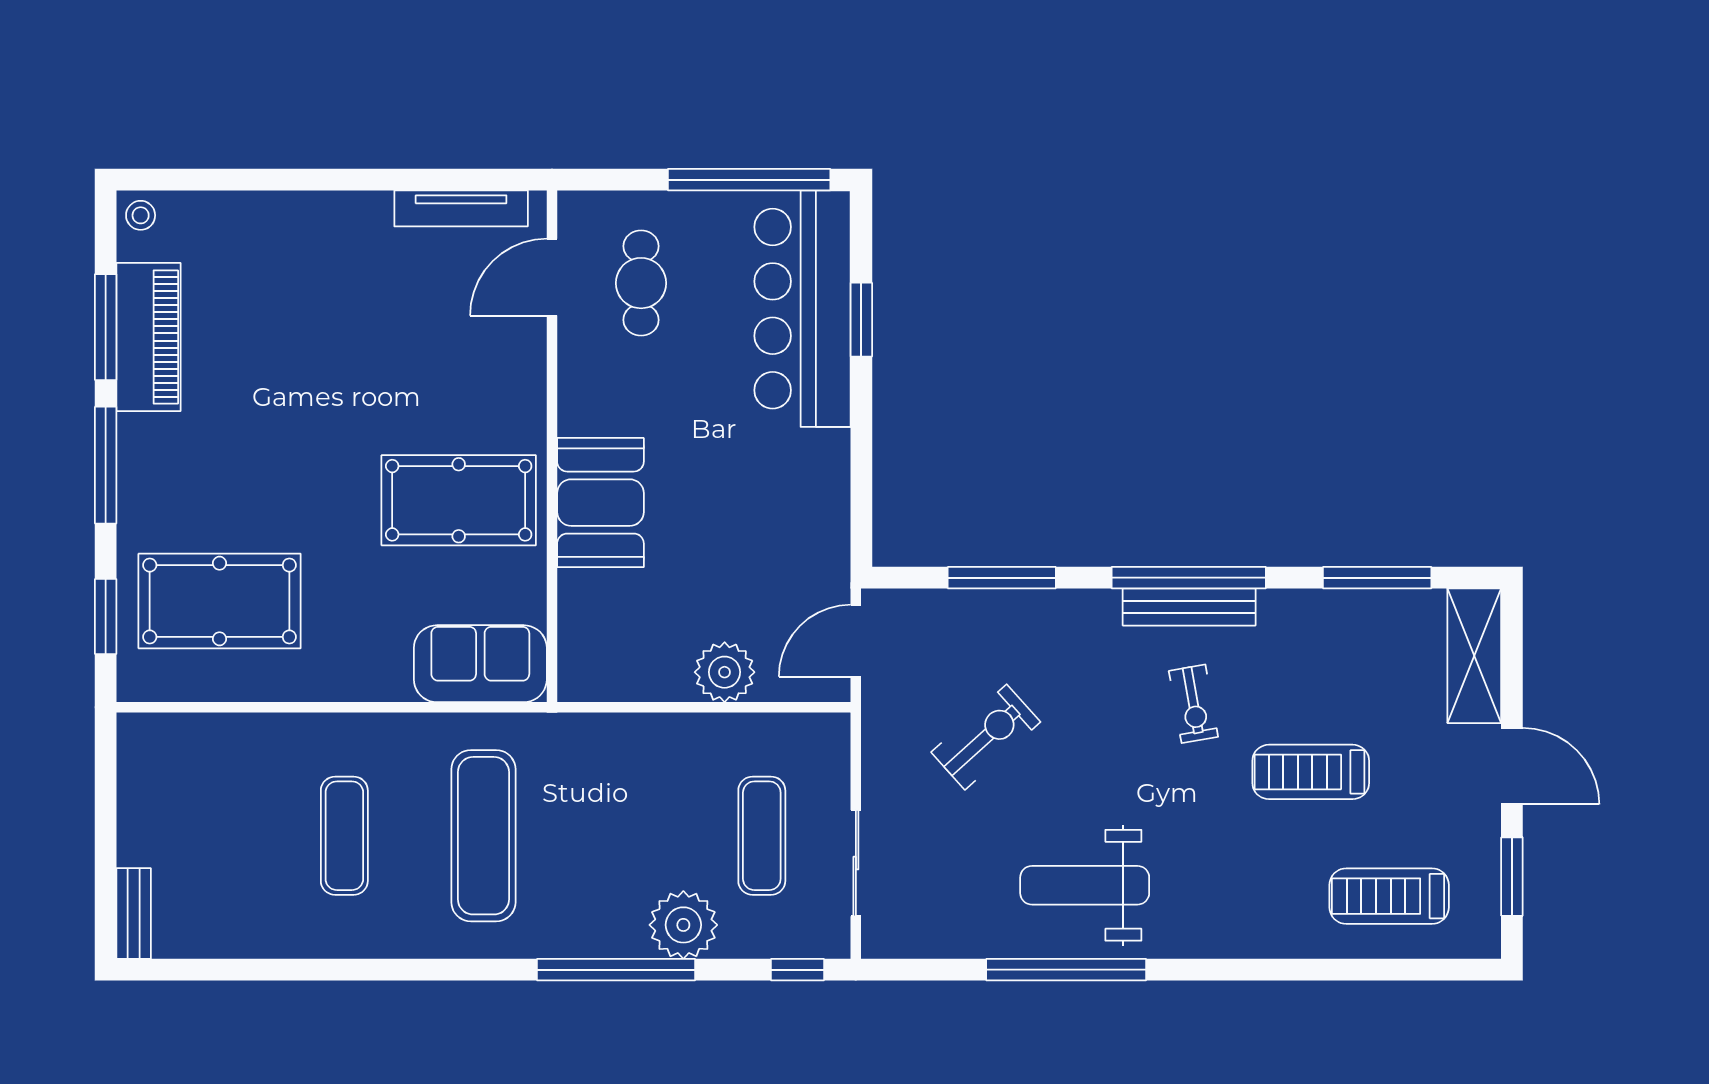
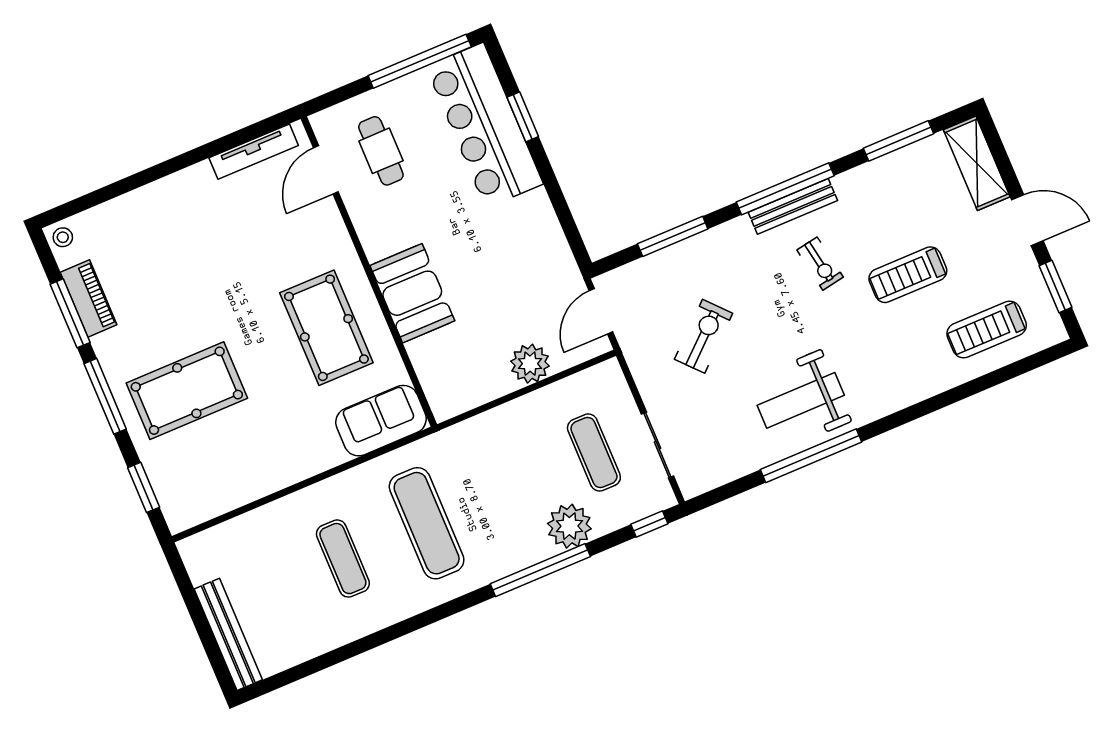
piano: (148, 337) -> (89, 298), width x0.73, depth x0.75
pool table: (459, 500) -> (326, 328), turned 90
pool table: (220, 601) -> (187, 391), moved
bench: (134, 914) -> (228, 634), width x1.86, depth x1.21

